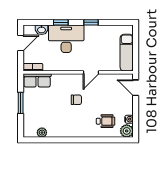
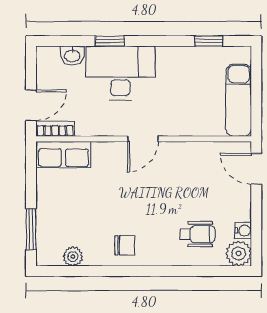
window: (91, 22) -> (209, 41), moved
door: (21, 43) -> (31, 105), moved
door: (91, 72) -> (143, 139), moved
chair: (76, 100) -> (125, 245), moved
window: (21, 103) -> (31, 229), moved

